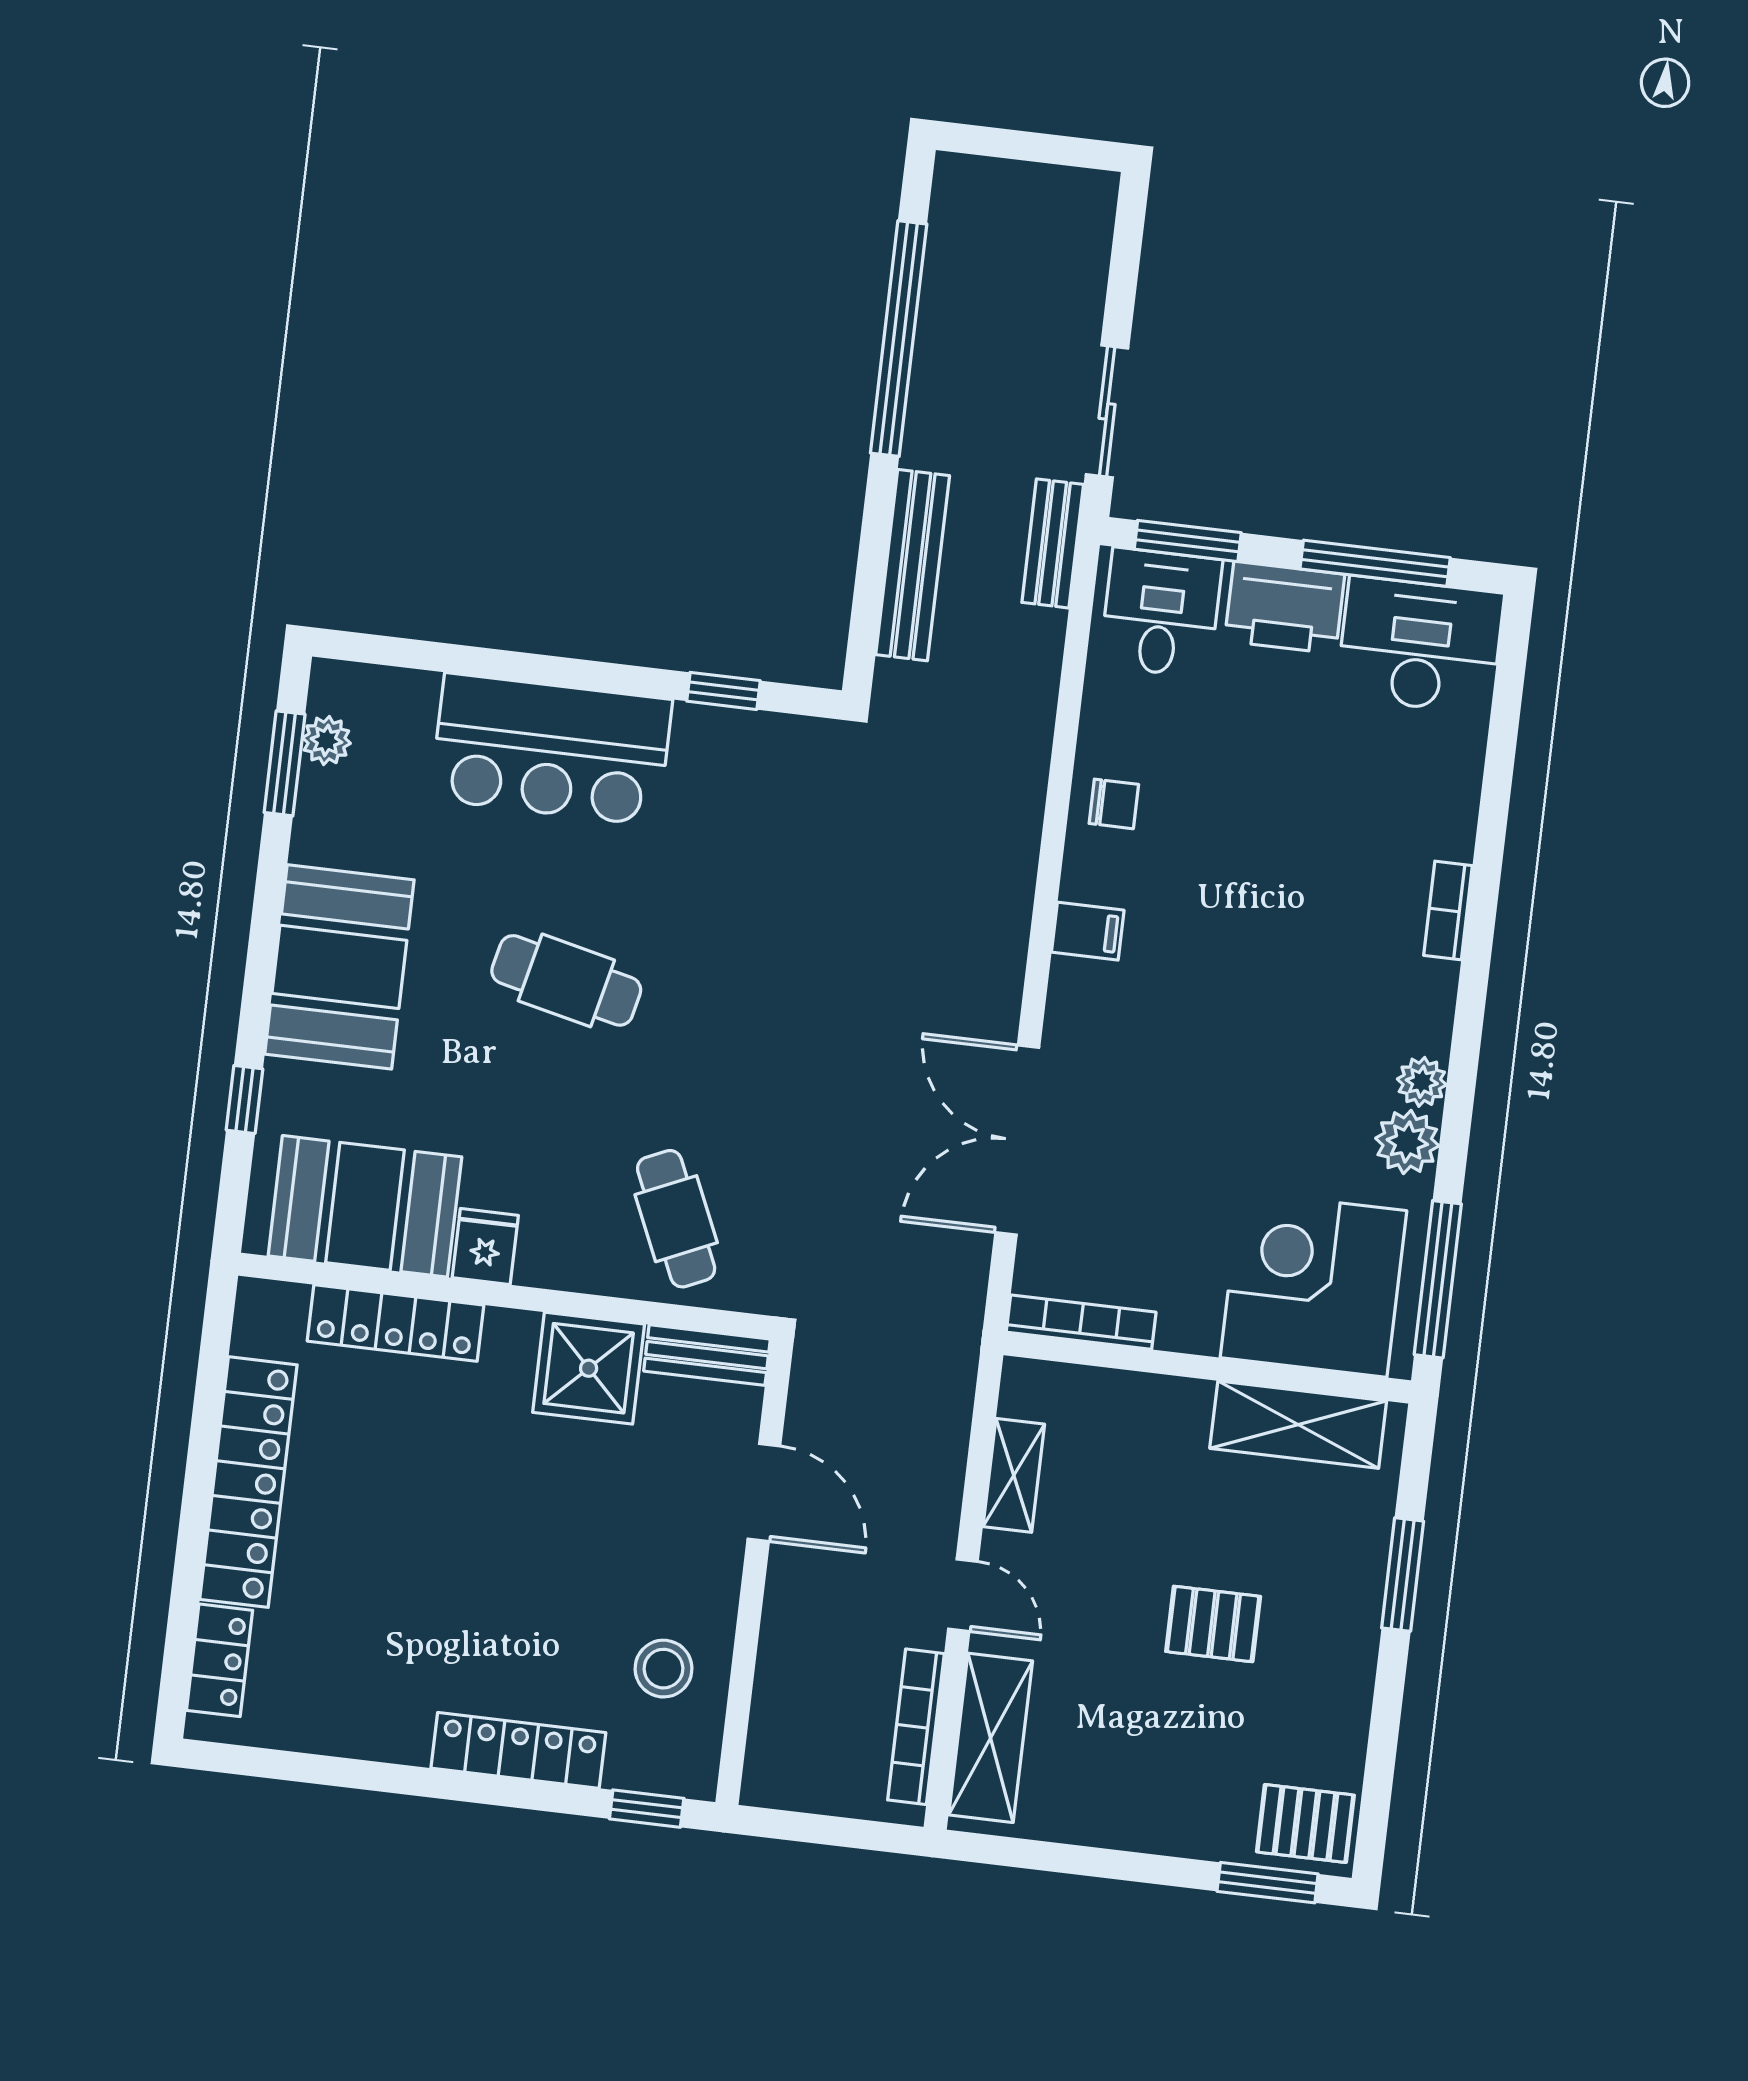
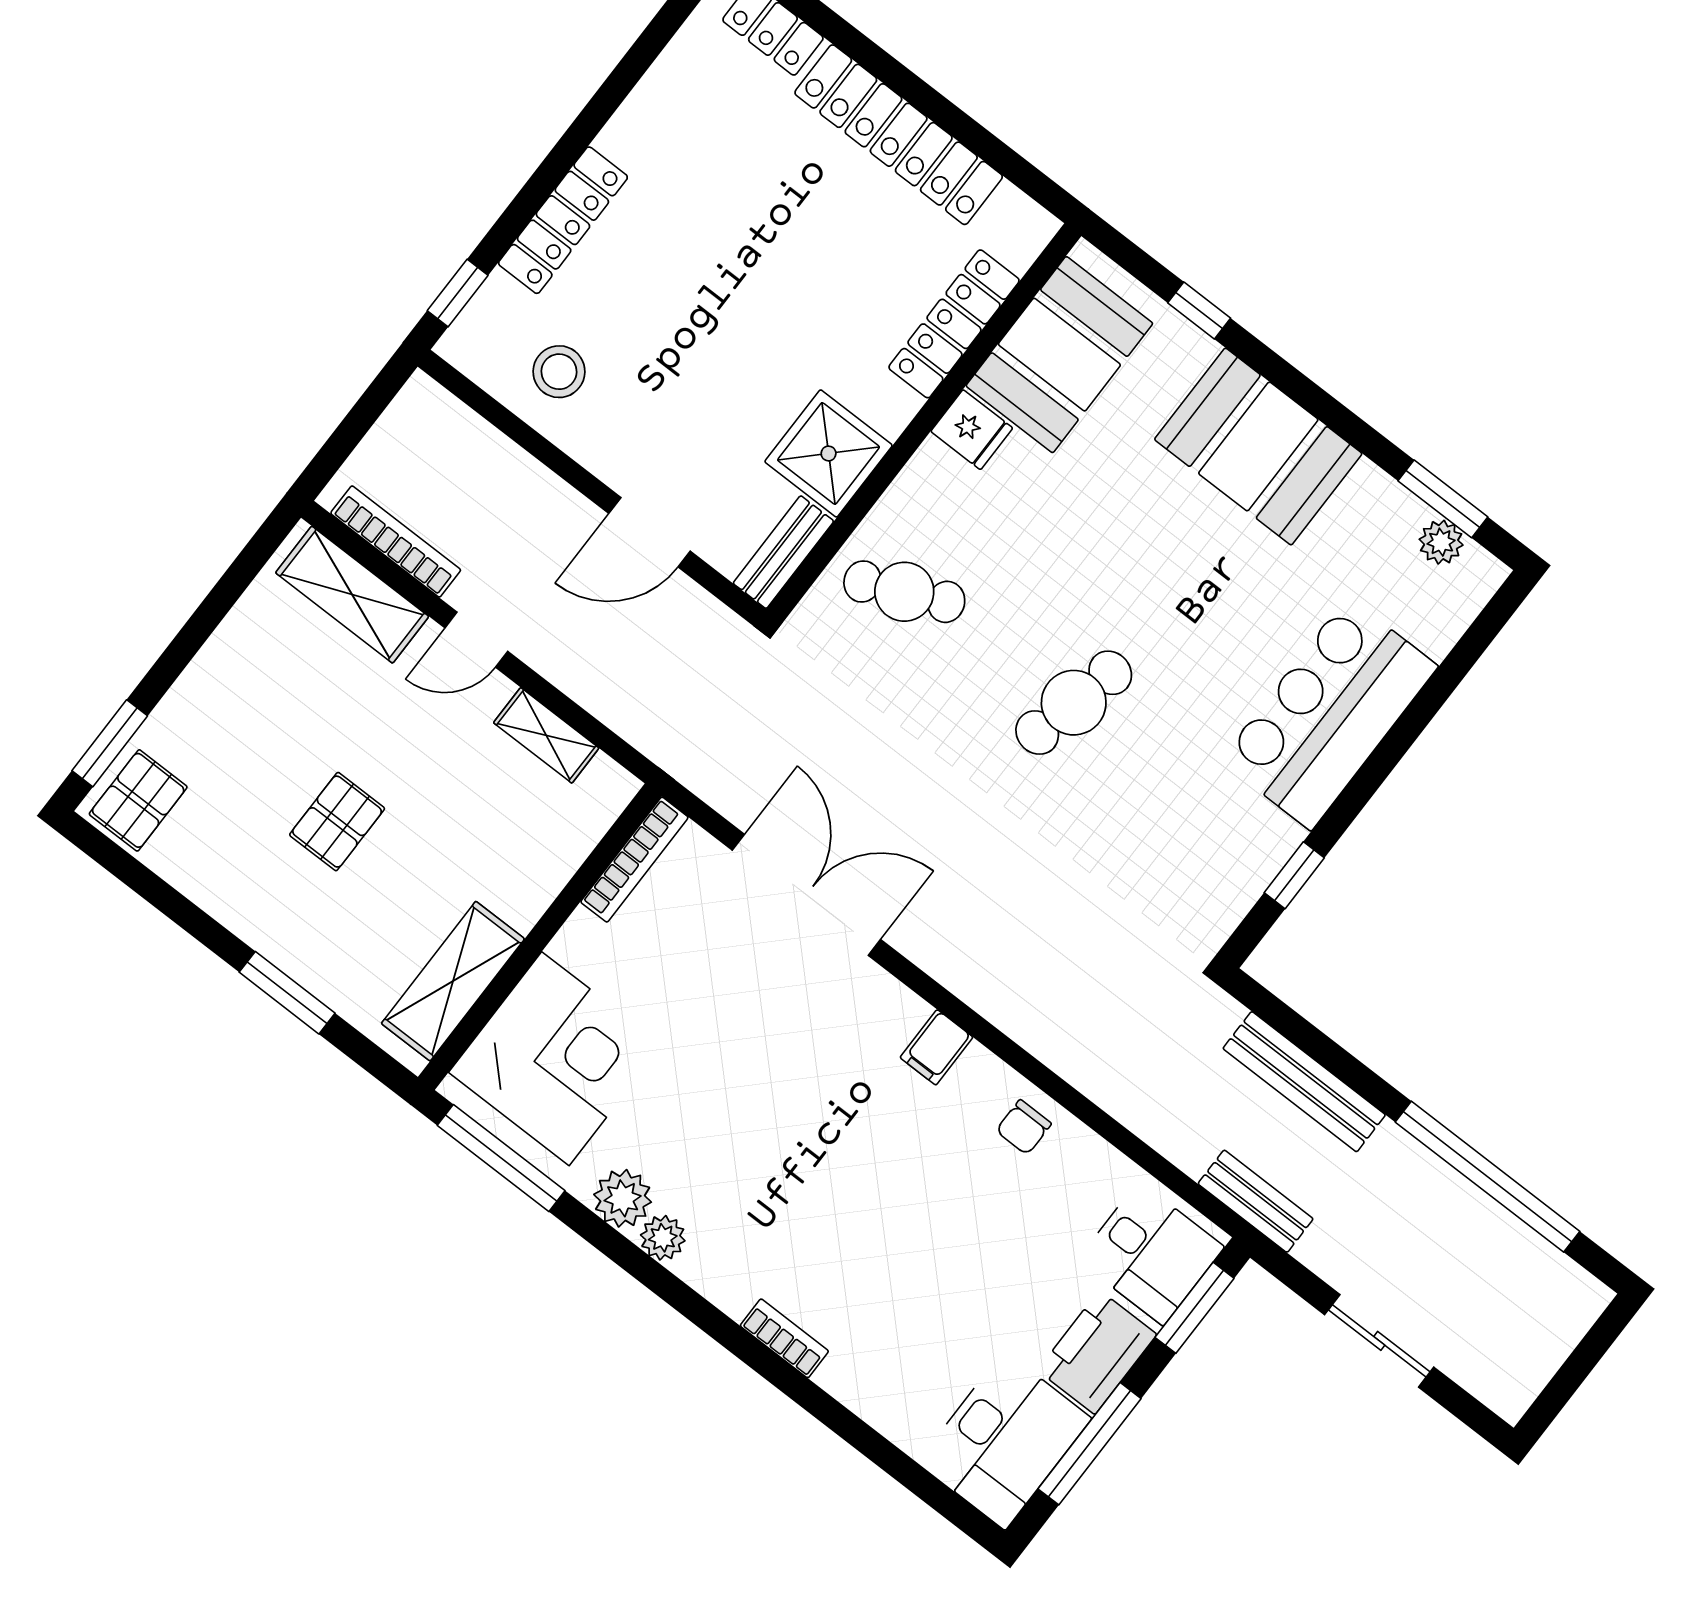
sliding door: (1107, 411) -> (1379, 1341), moved
cafe table: (566, 980) -> (1074, 703), moved

